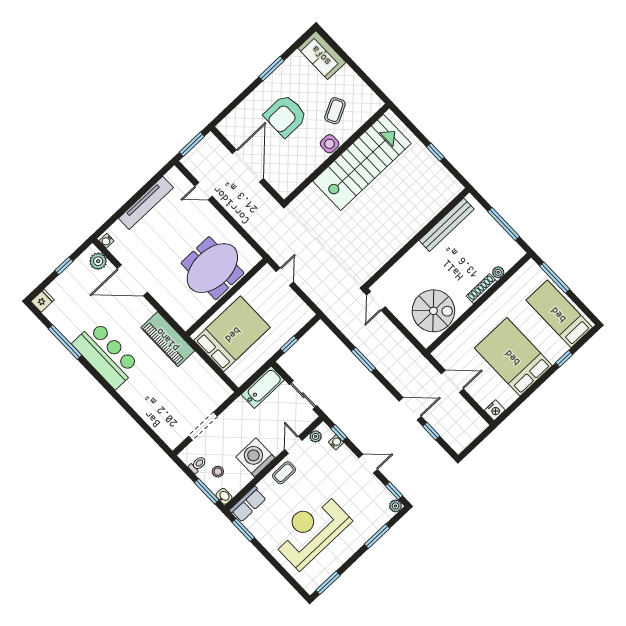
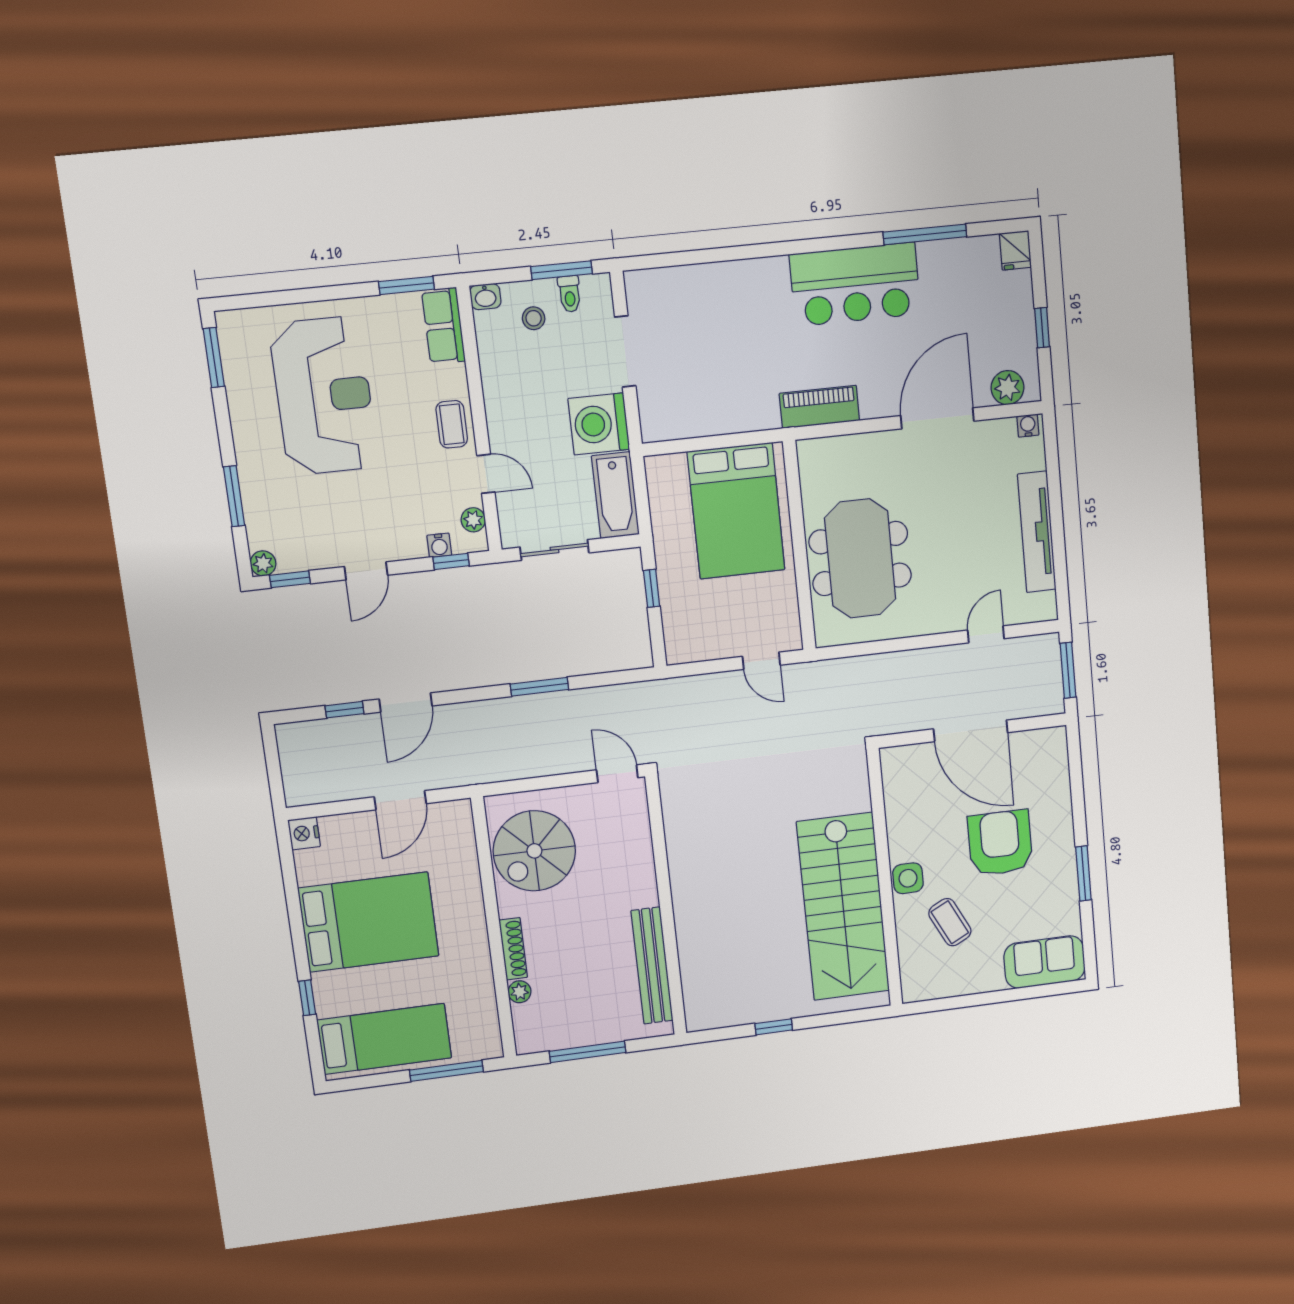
piano: (168, 339) -> (819, 407), width x0.73, depth x0.75
washing machine: (255, 457) -> (599, 424), moved, turned 180
window: (207, 491) -> (562, 270), moved

